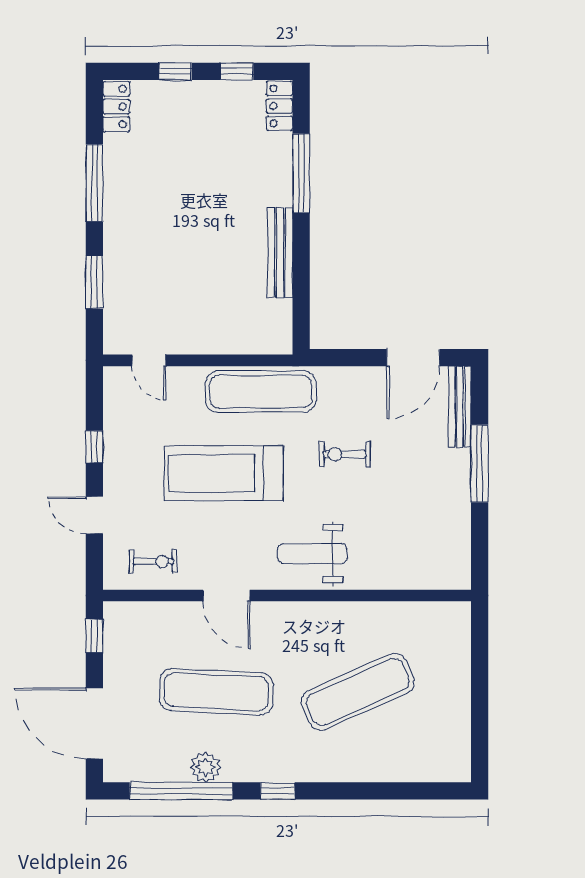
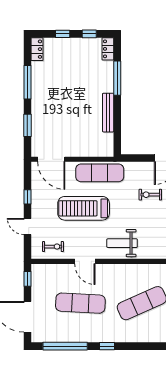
door: (149, 360) -> (51, 159), width x1.88
exercise bike: (345, 454) -> (150, 195), moved
plant: (206, 767) -> (76, 336), removed

